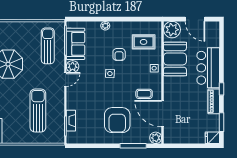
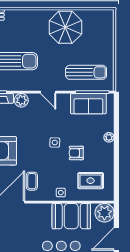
rug: (144, 42) -> (91, 181), turned 90
plant: (73, 67) -> (21, 100), moved

